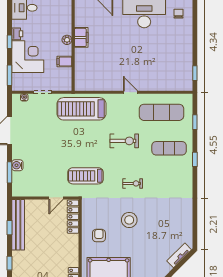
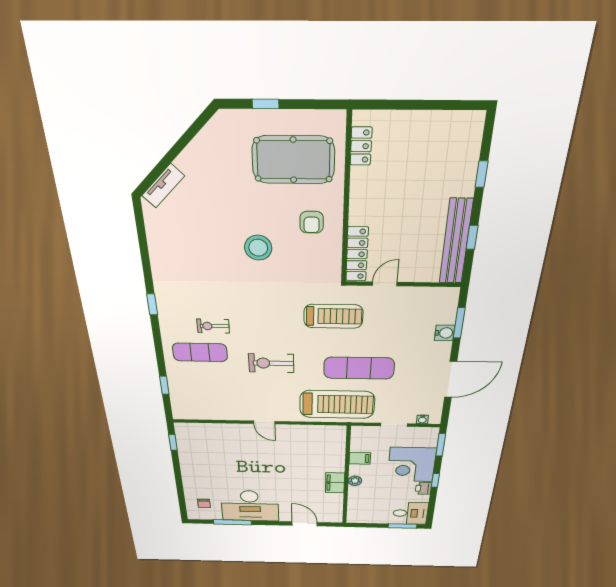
exercise mat: (161, 112) -> (359, 368), moved
window: (195, 159) -> (152, 304), moved
exercise bike: (133, 183) -> (213, 326), moved

